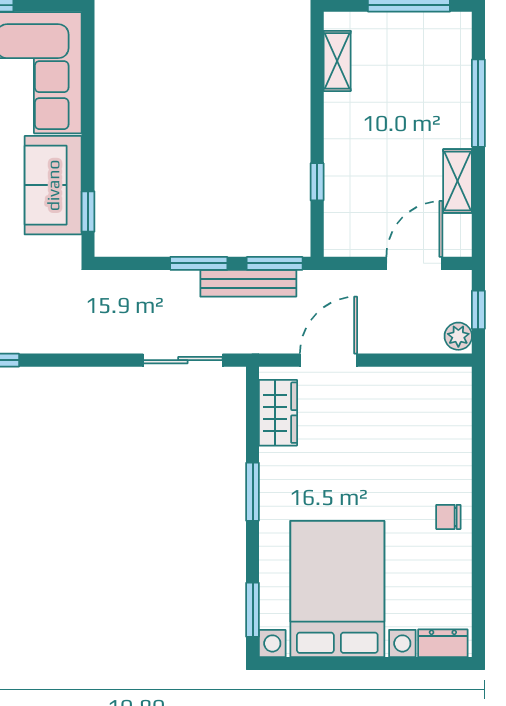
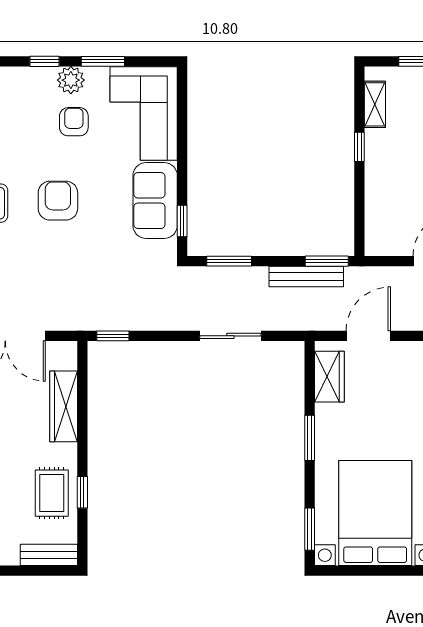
window: (317, 182) -> (359, 147), moved
window: (199, 263) -> (229, 261), moved
sliding door: (183, 360) -> (230, 336), moved

